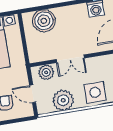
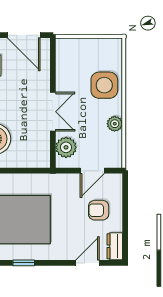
plant: (63, 100) -> (115, 124), width x0.53, depth x0.53

